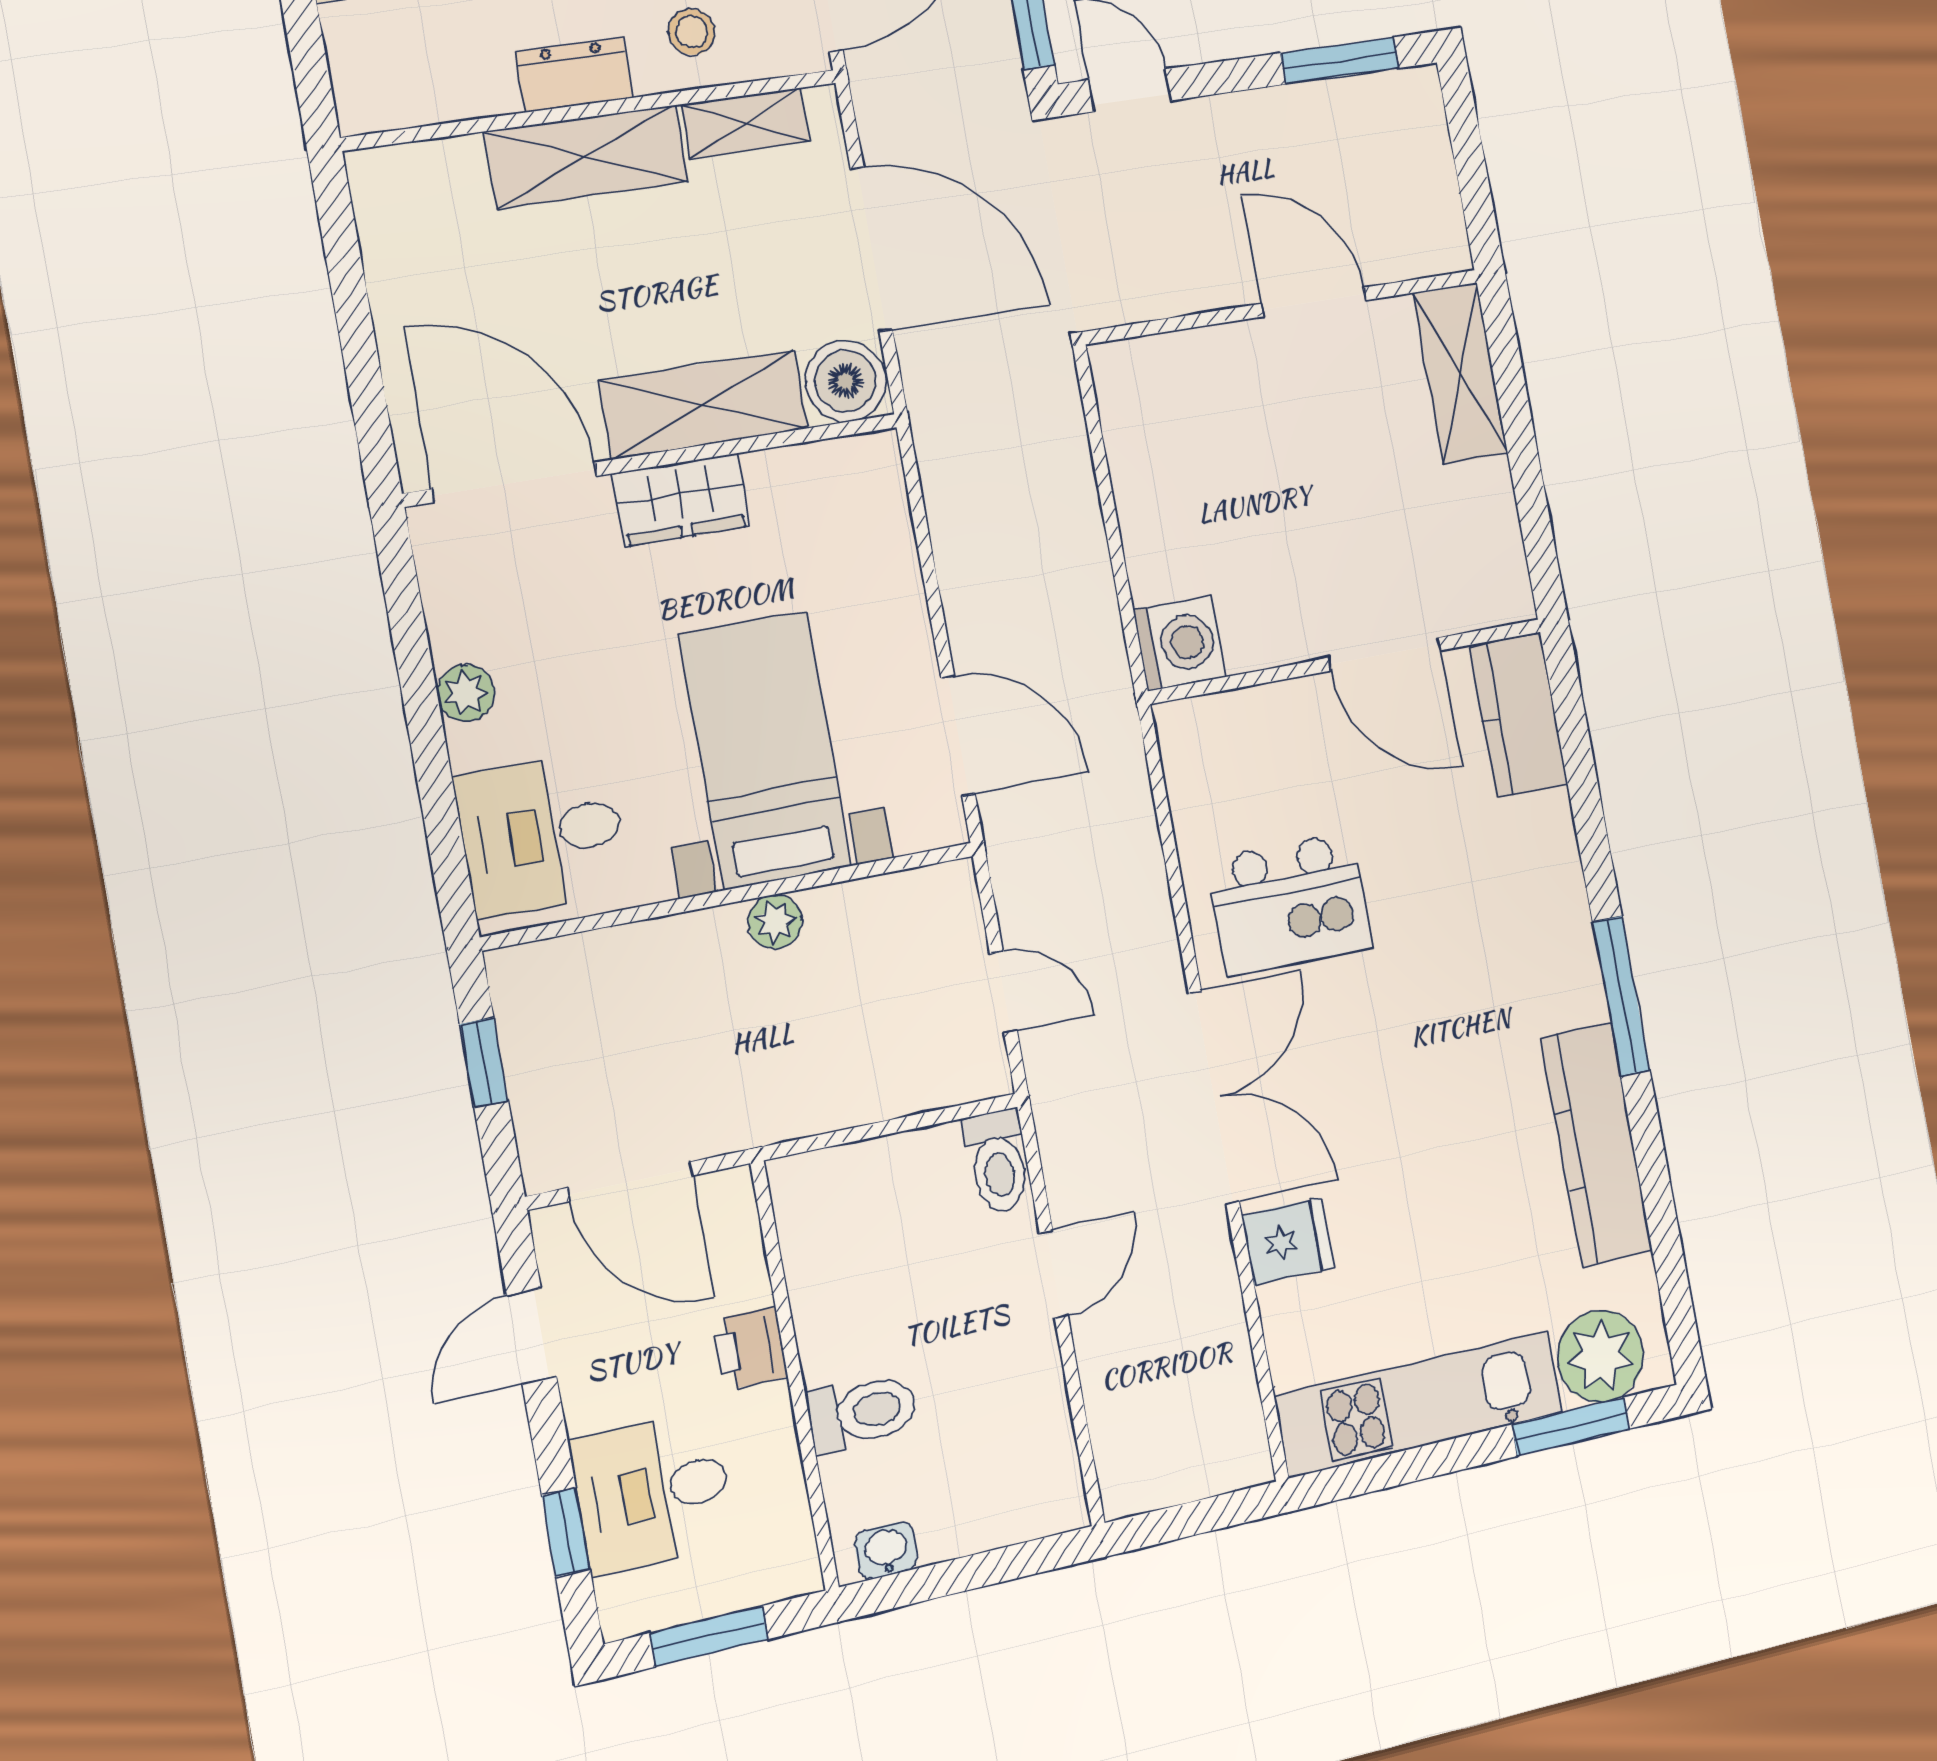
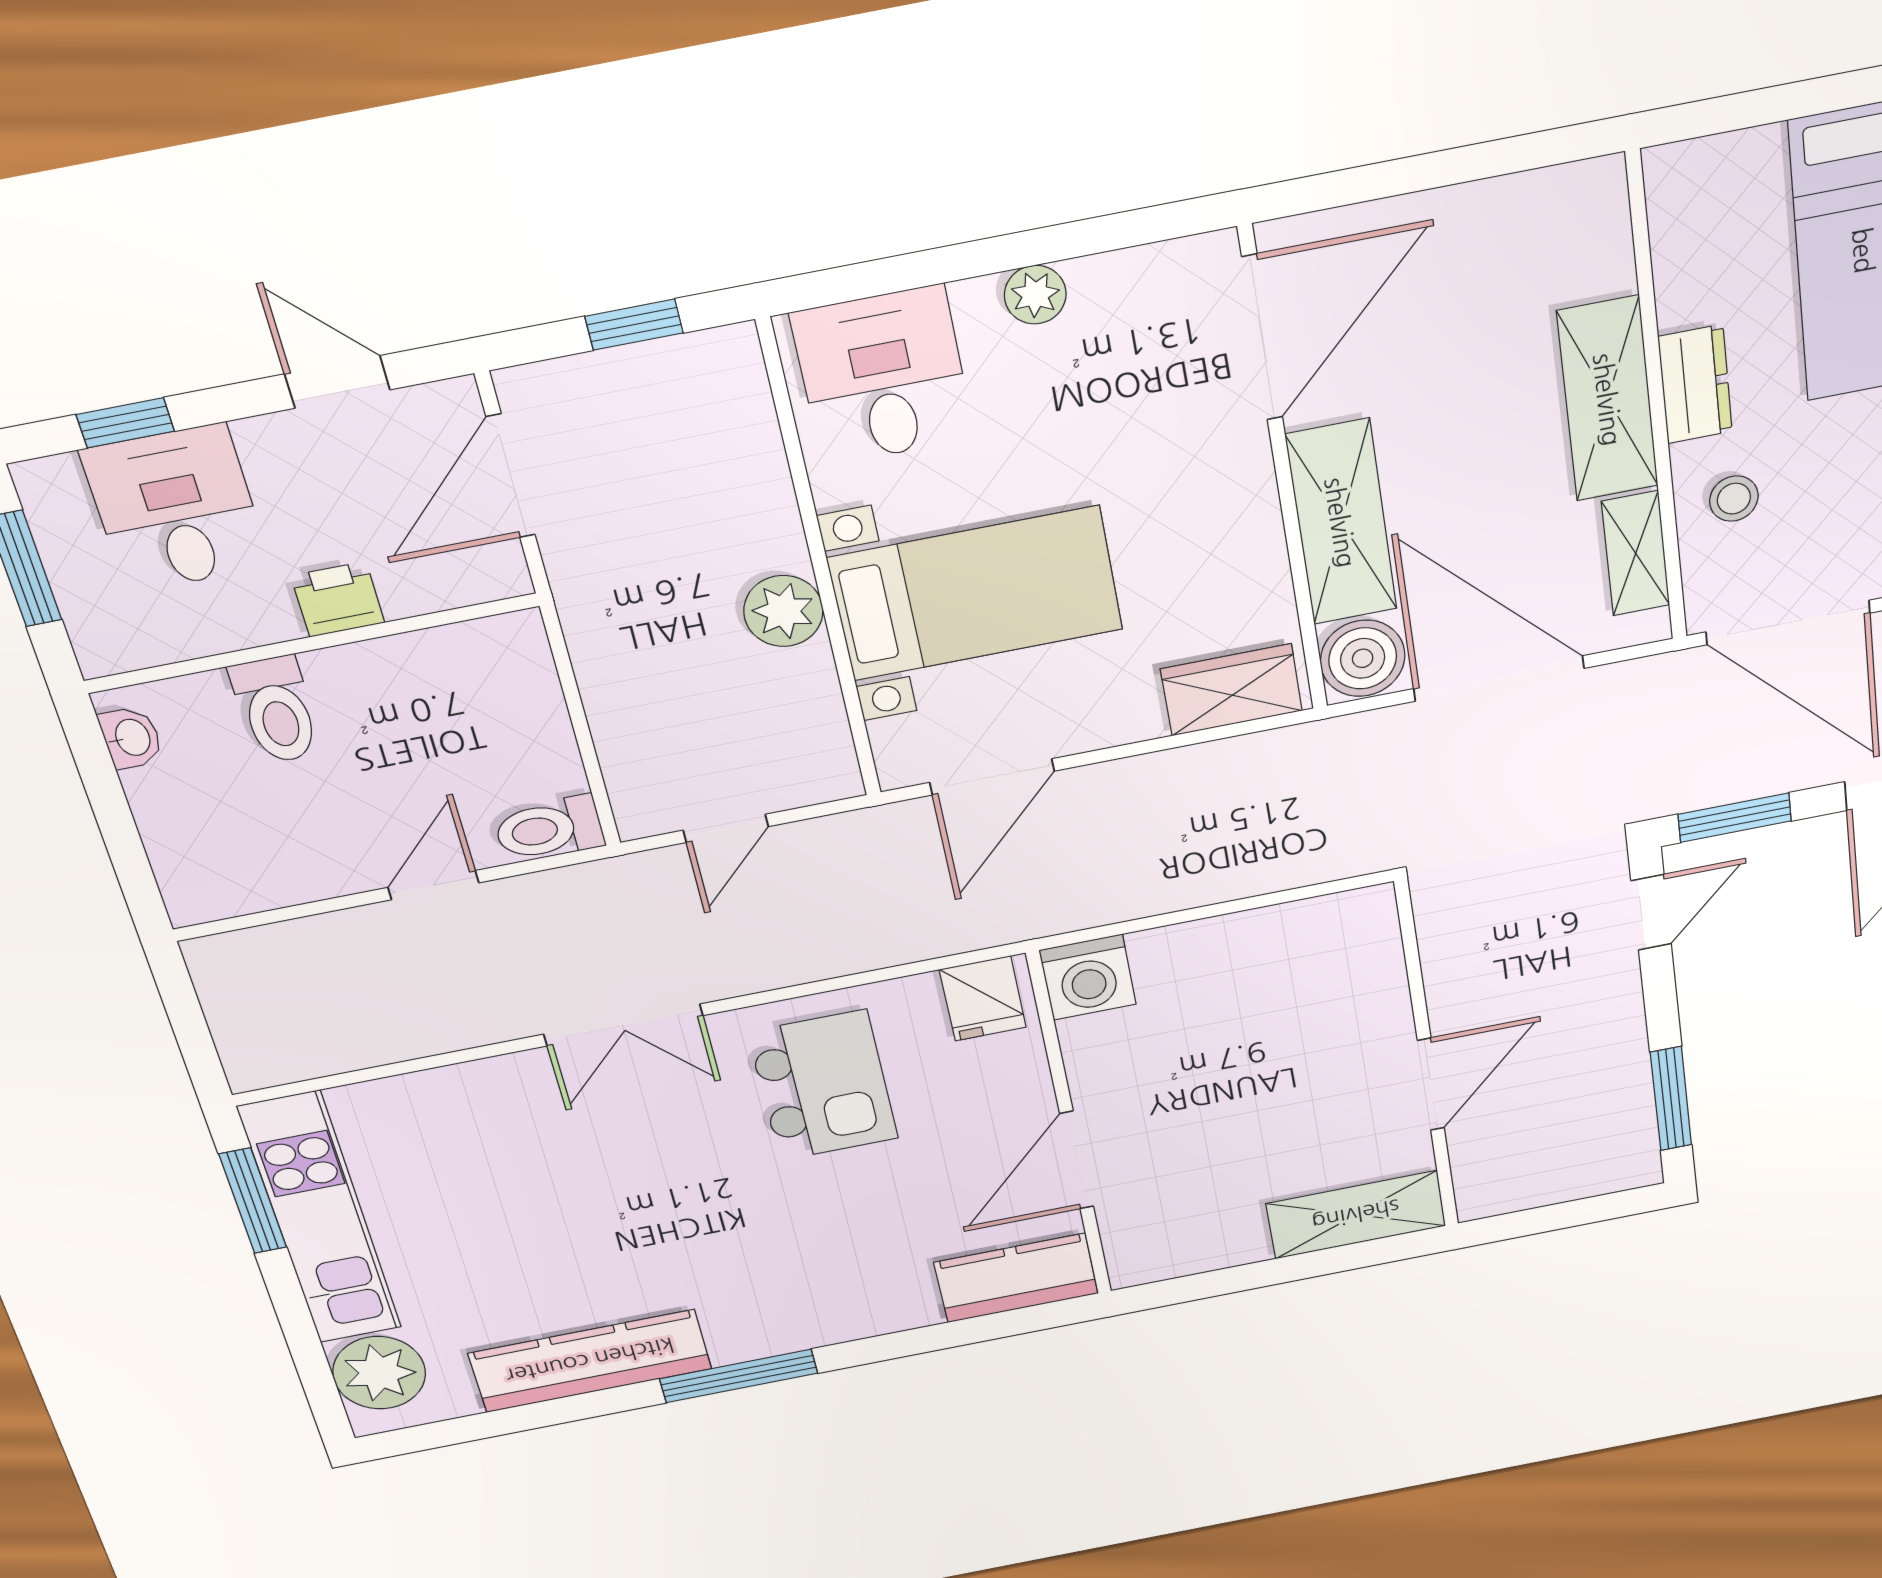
door: (872, 249) -> (1499, 679), swing flipped
wardrobe: (681, 500) -> (1231, 690), moved, turned 90
kitchen island: (1290, 904) -> (823, 1085), turned 180
plant: (775, 922) -> (783, 611), width x1.38, depth x1.38
double door: (1214, 1098) -> (623, 1025), width x0.73
fridge: (1288, 1241) -> (983, 998), moved
door: (1054, 1274) -> (433, 885), swing flipped
window: (1571, 1427) -> (253, 1201), moved

